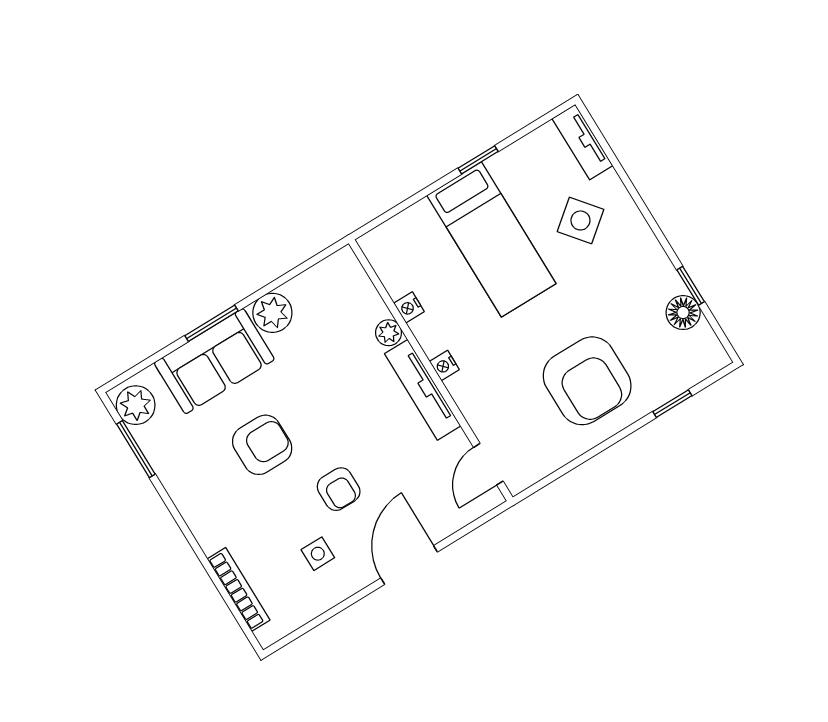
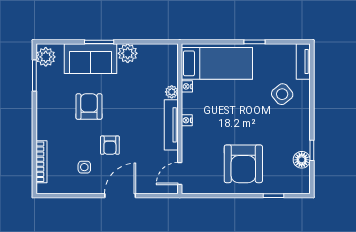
bed: (491, 239) -> (217, 63), moved, turned -90
armchair: (262, 445) -> (89, 107), turned -90

